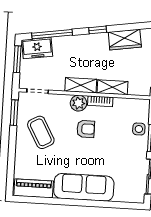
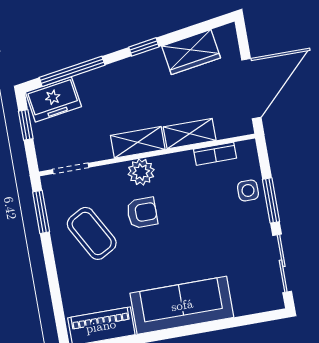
window: (17, 59) -> (26, 125), width x0.67
bookcase: (100, 101) -> (215, 154), moved
armchair: (86, 129) -> (142, 213), moved

